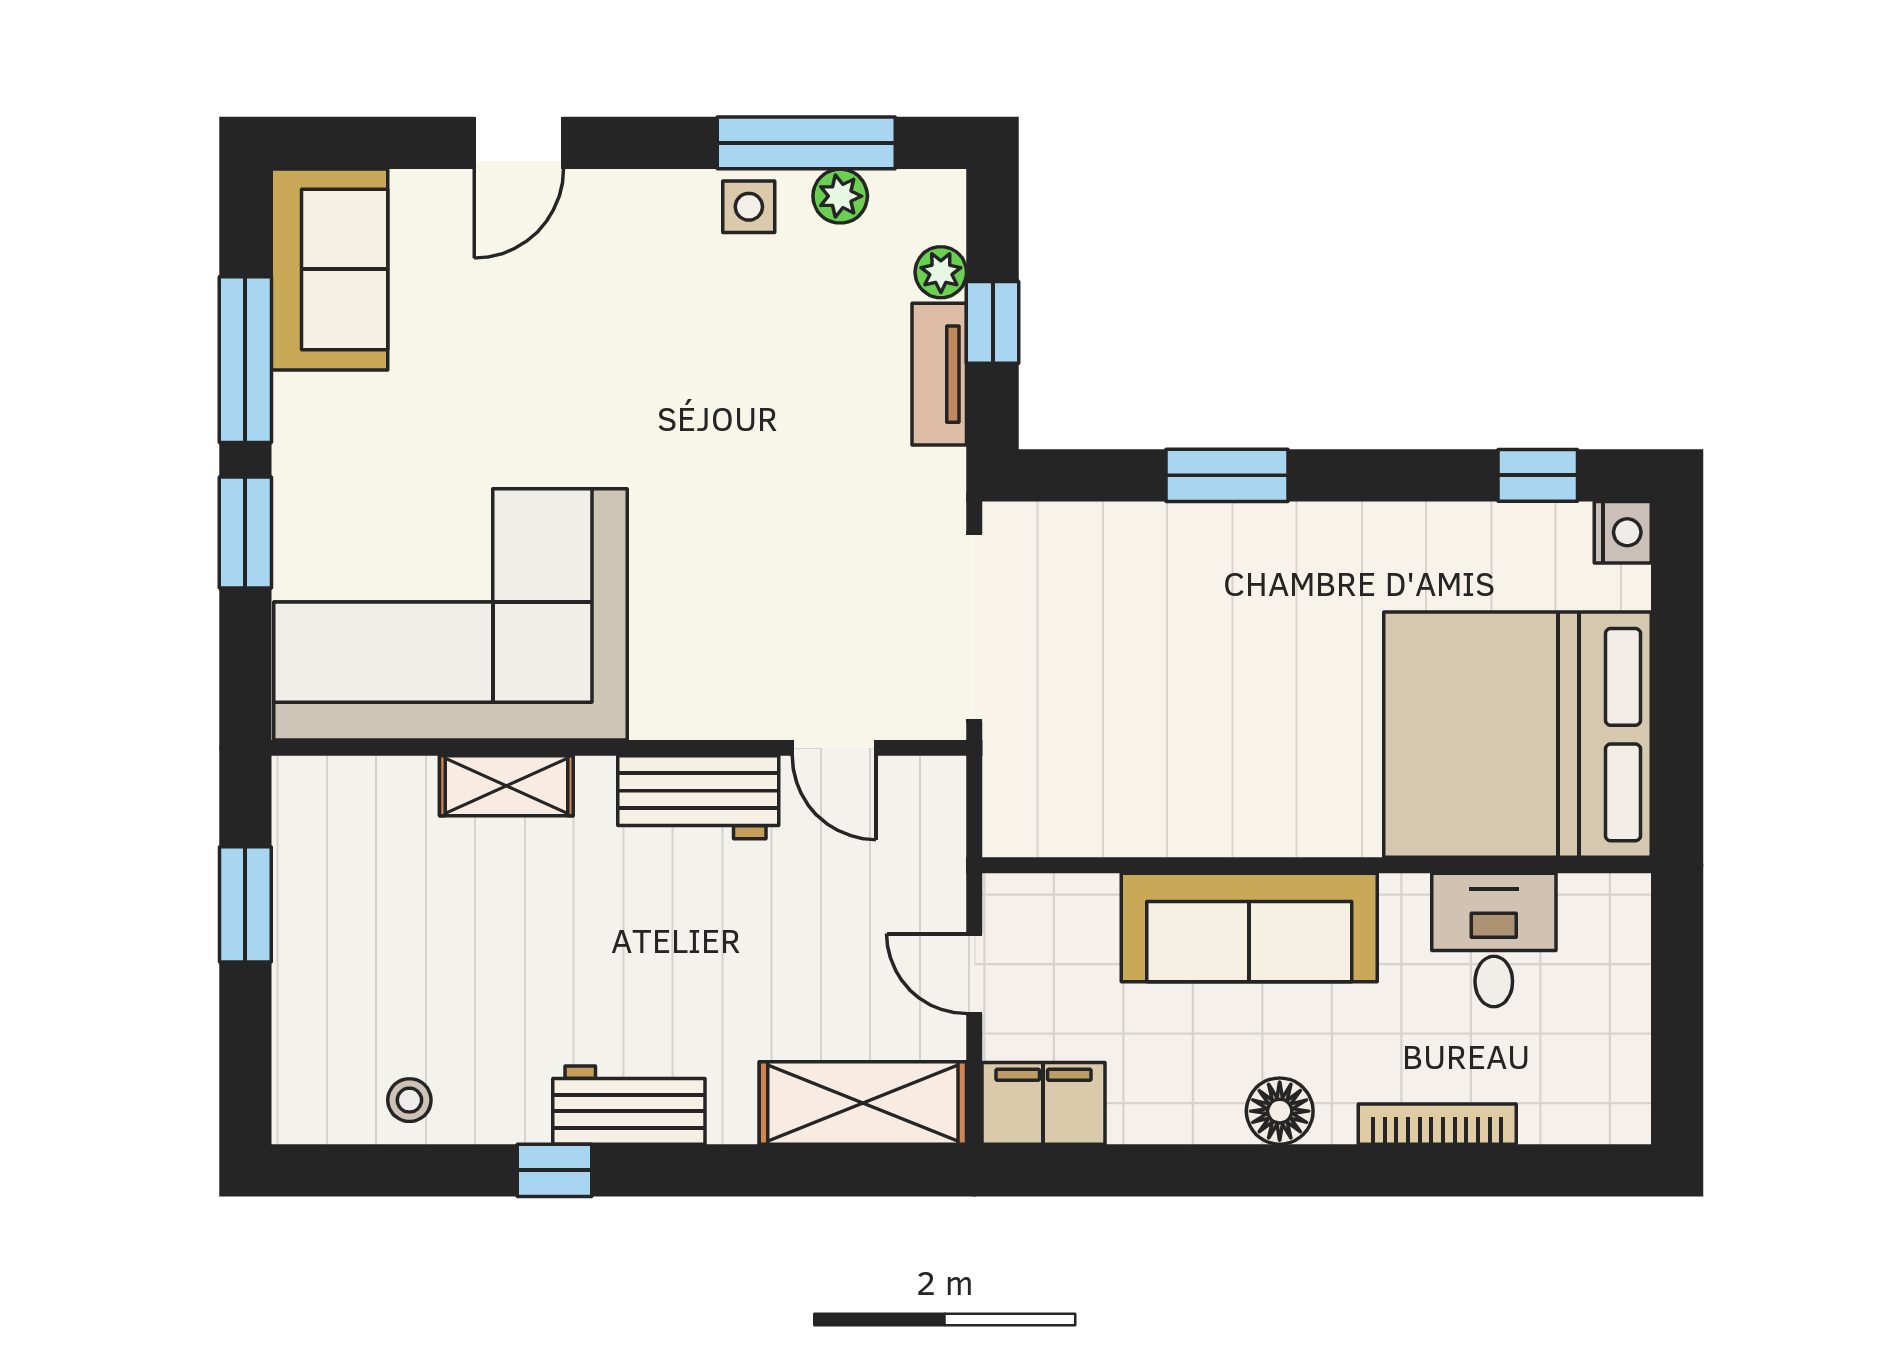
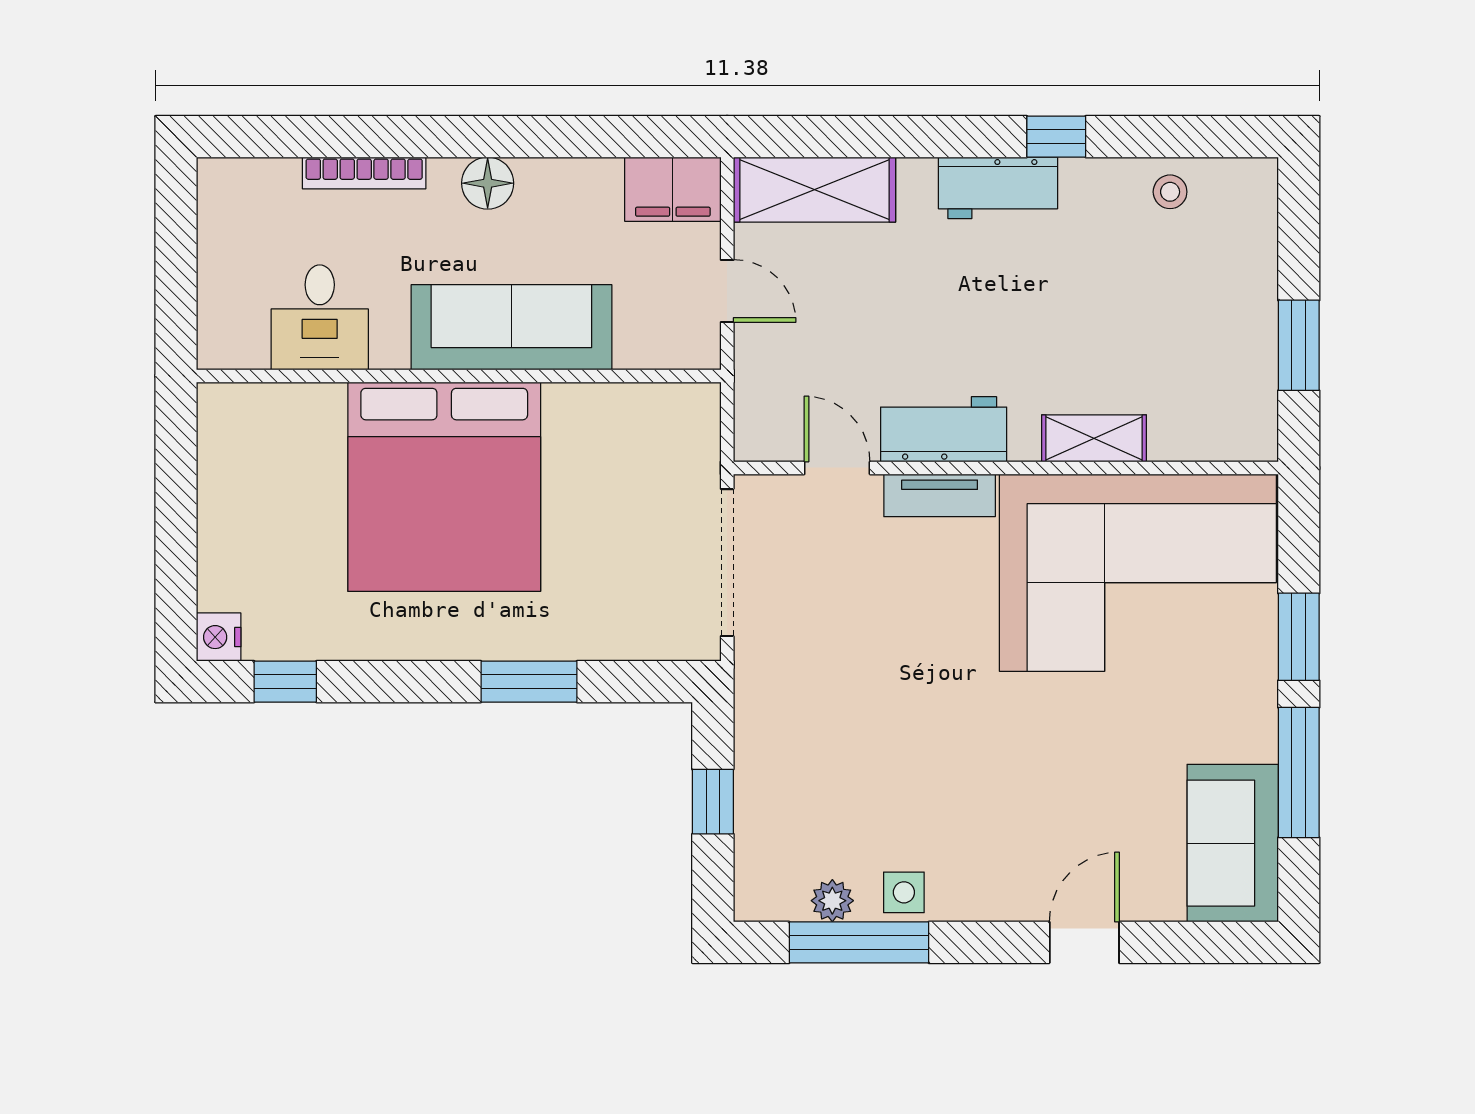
plant: (941, 272) -> (753, 841), removed
tv unit: (939, 374) -> (940, 495), moved, turned 90
bed: (1518, 735) -> (444, 487), moved, turned 90

